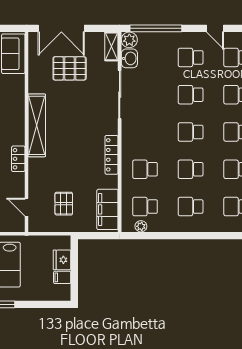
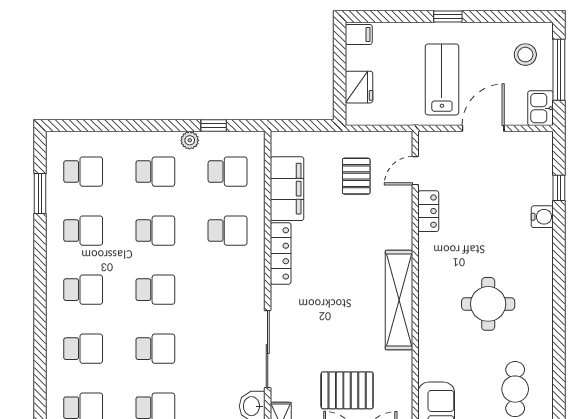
locker: (18, 159) -> (428, 211), moved
door: (27, 207) -> (415, 171), swing flipped
filing cabinet: (107, 209) -> (287, 189), moved
plant: (141, 226) -> (190, 140), moved
window: (154, 236) -> (214, 125), added
filing cabinet: (62, 277) -> (359, 35), moved

